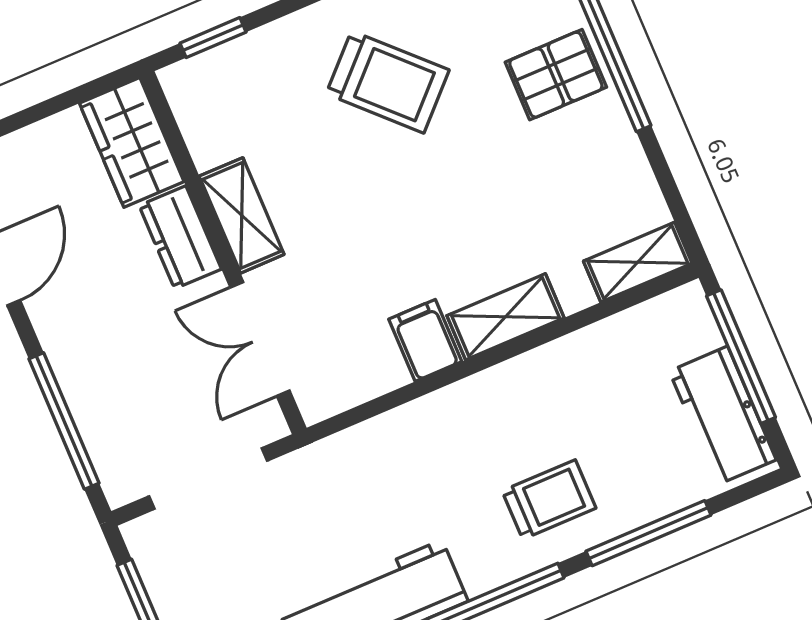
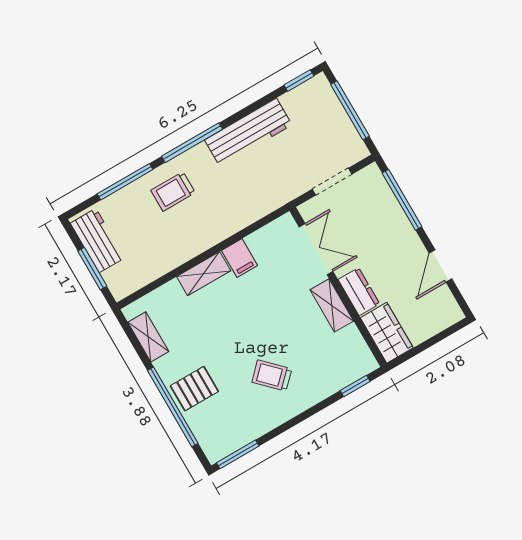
trolley: (388, 82) -> (272, 376), width x0.73, depth x0.72
shelving: (638, 262) -> (148, 337), moved, turned 90
window: (741, 357) -> (92, 269), width x0.69
doorway: (208, 478) -> (332, 182), width x0.73

